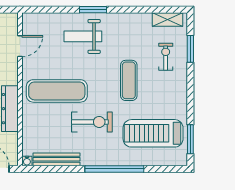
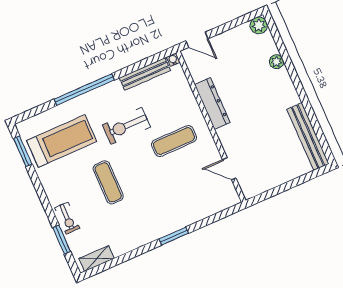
weight bench: (83, 36) -> (172, 205), removed
door: (20, 46) -> (229, 169), hinge flipped
exercise bike: (166, 57) -> (67, 218), moved
exercise mat: (57, 91) -> (174, 141), width x0.73, depth x0.69

